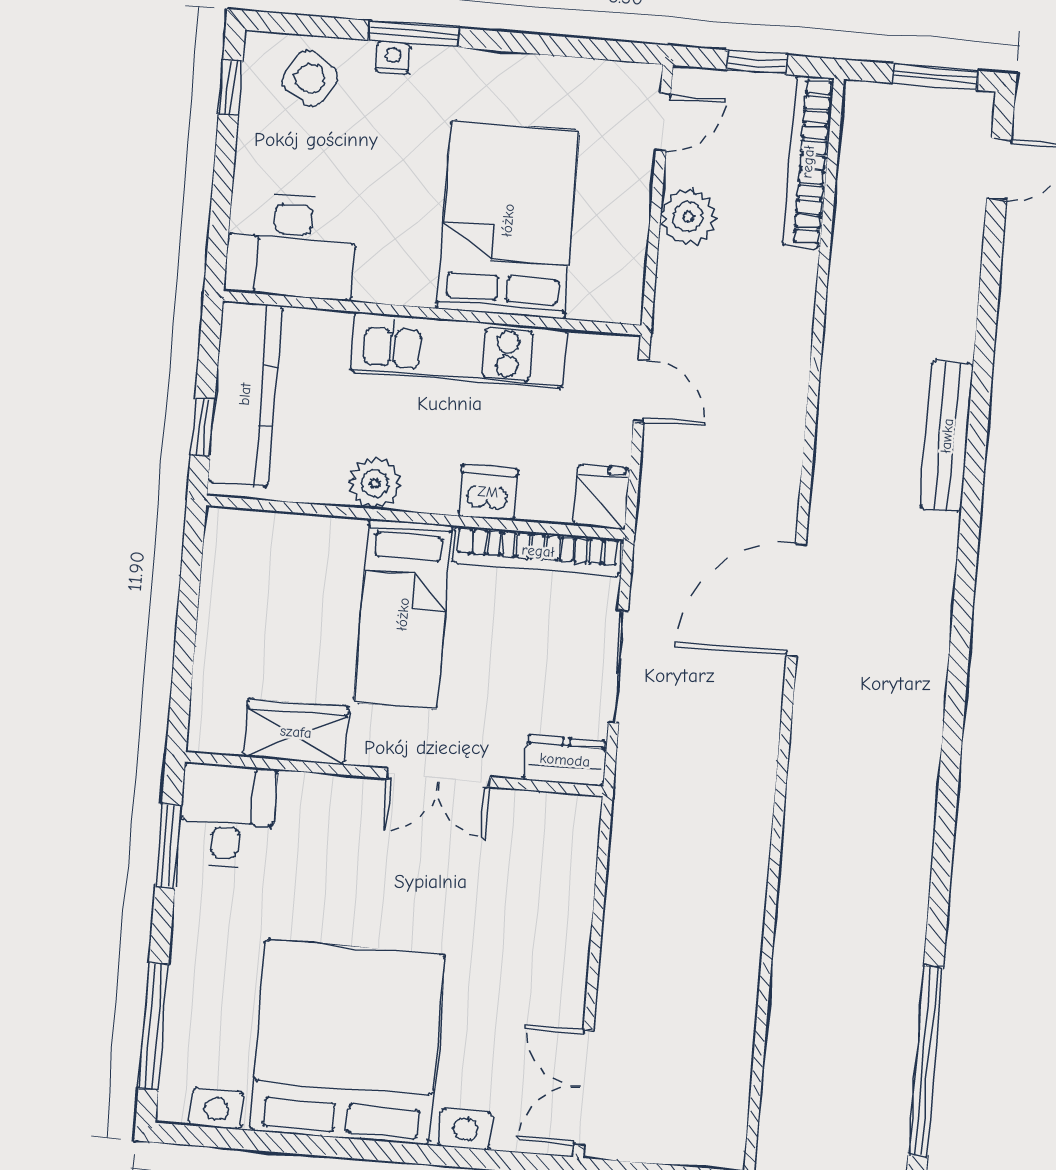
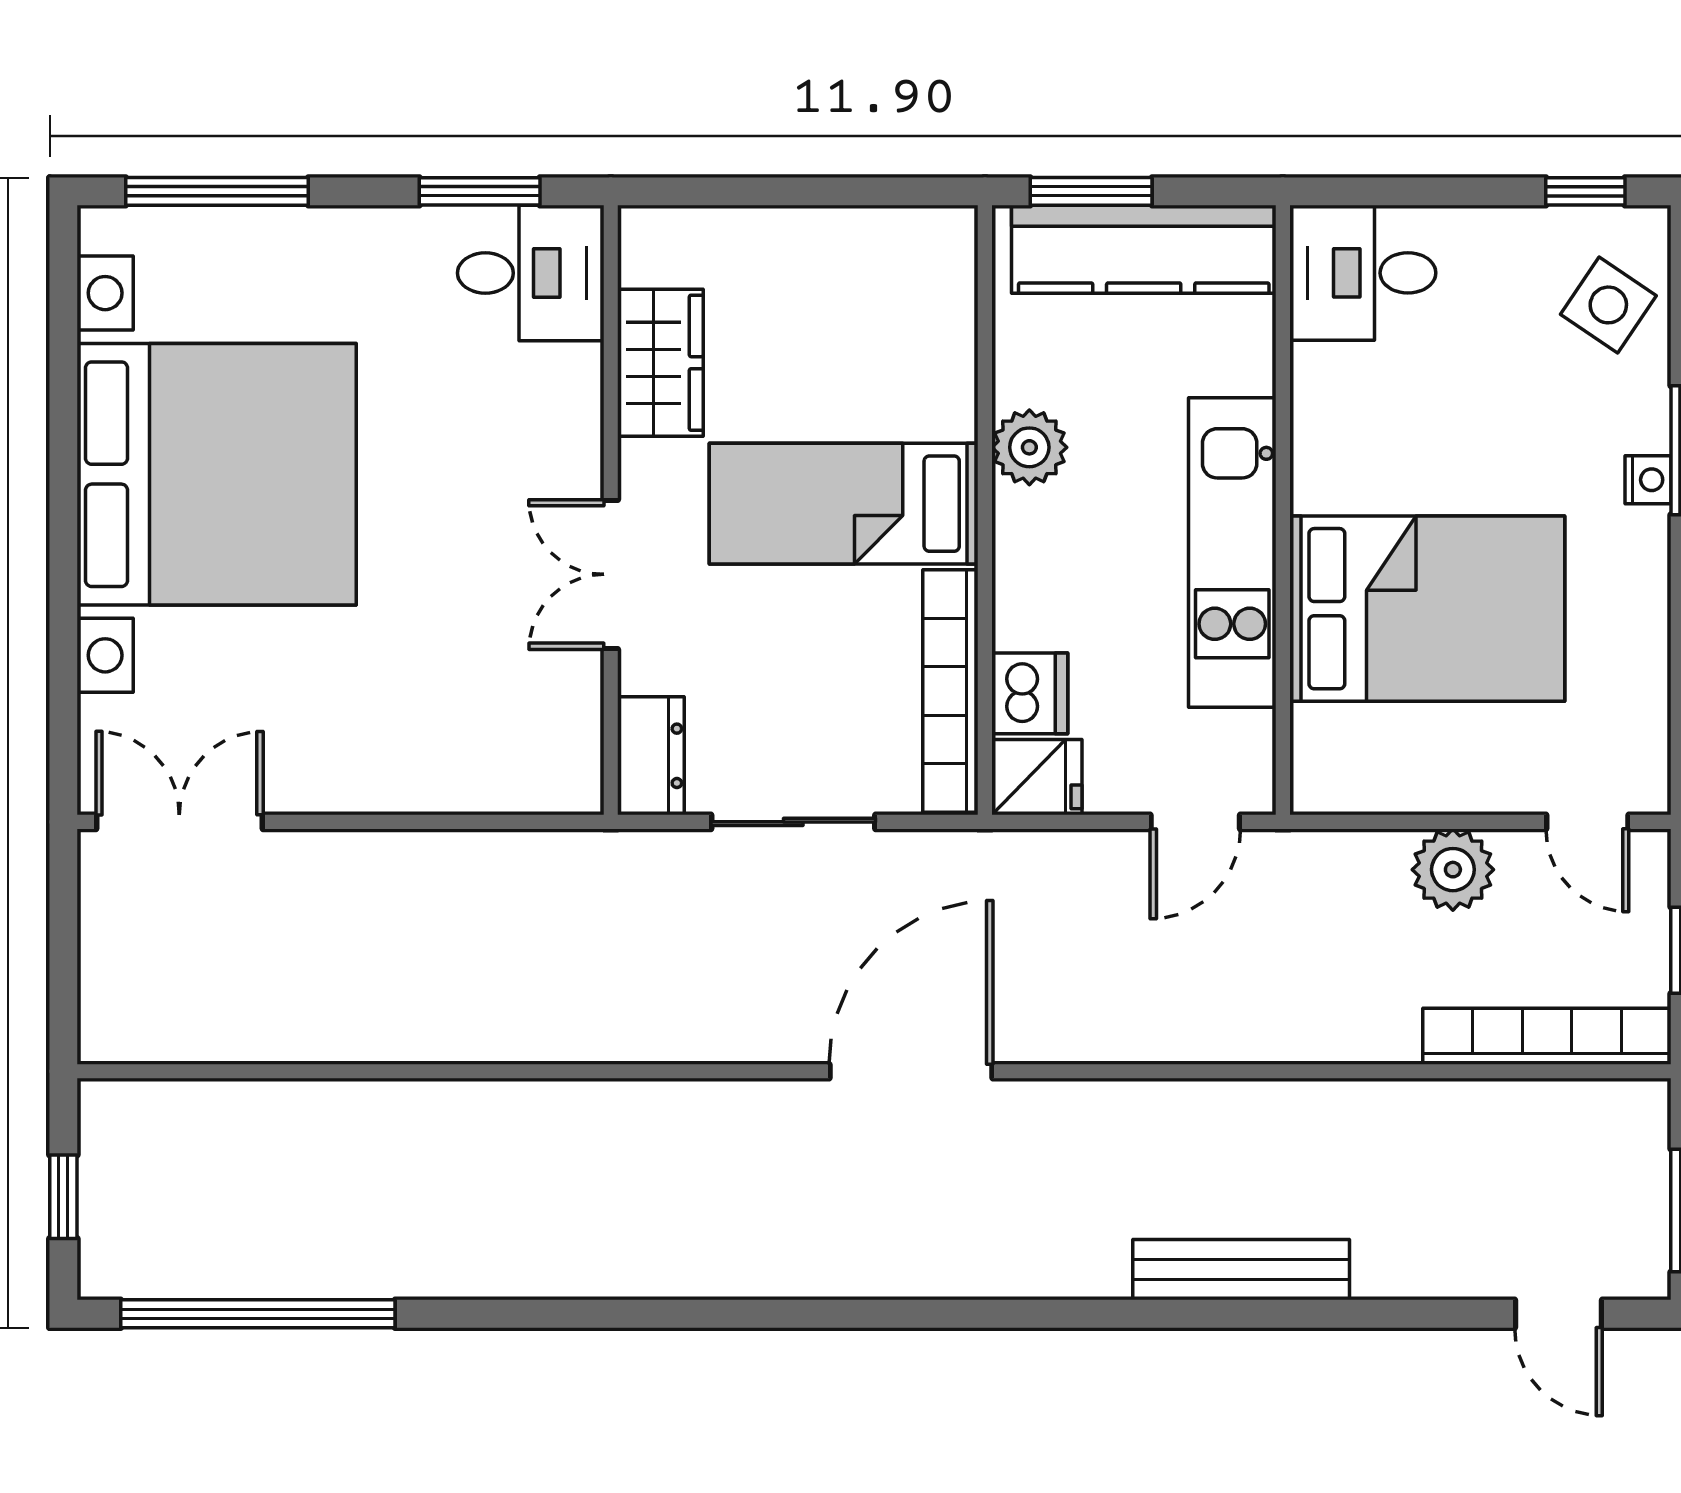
nightstand: (393, 58) -> (1648, 480), moved
desk: (291, 246) -> (1363, 273), width x0.73
window: (203, 427) -> (1091, 191), width x1.50
bench: (947, 436) -> (1241, 1270), moved
dishwasher: (488, 492) -> (1030, 693), moved
door: (796, 600) -> (911, 1071), hinge flipped

